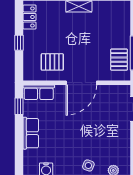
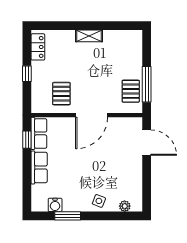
pallet: (52, 62) -> (61, 94), turned 90
row of seats: (39, 92) -> (39, 133), moved, turned -90

